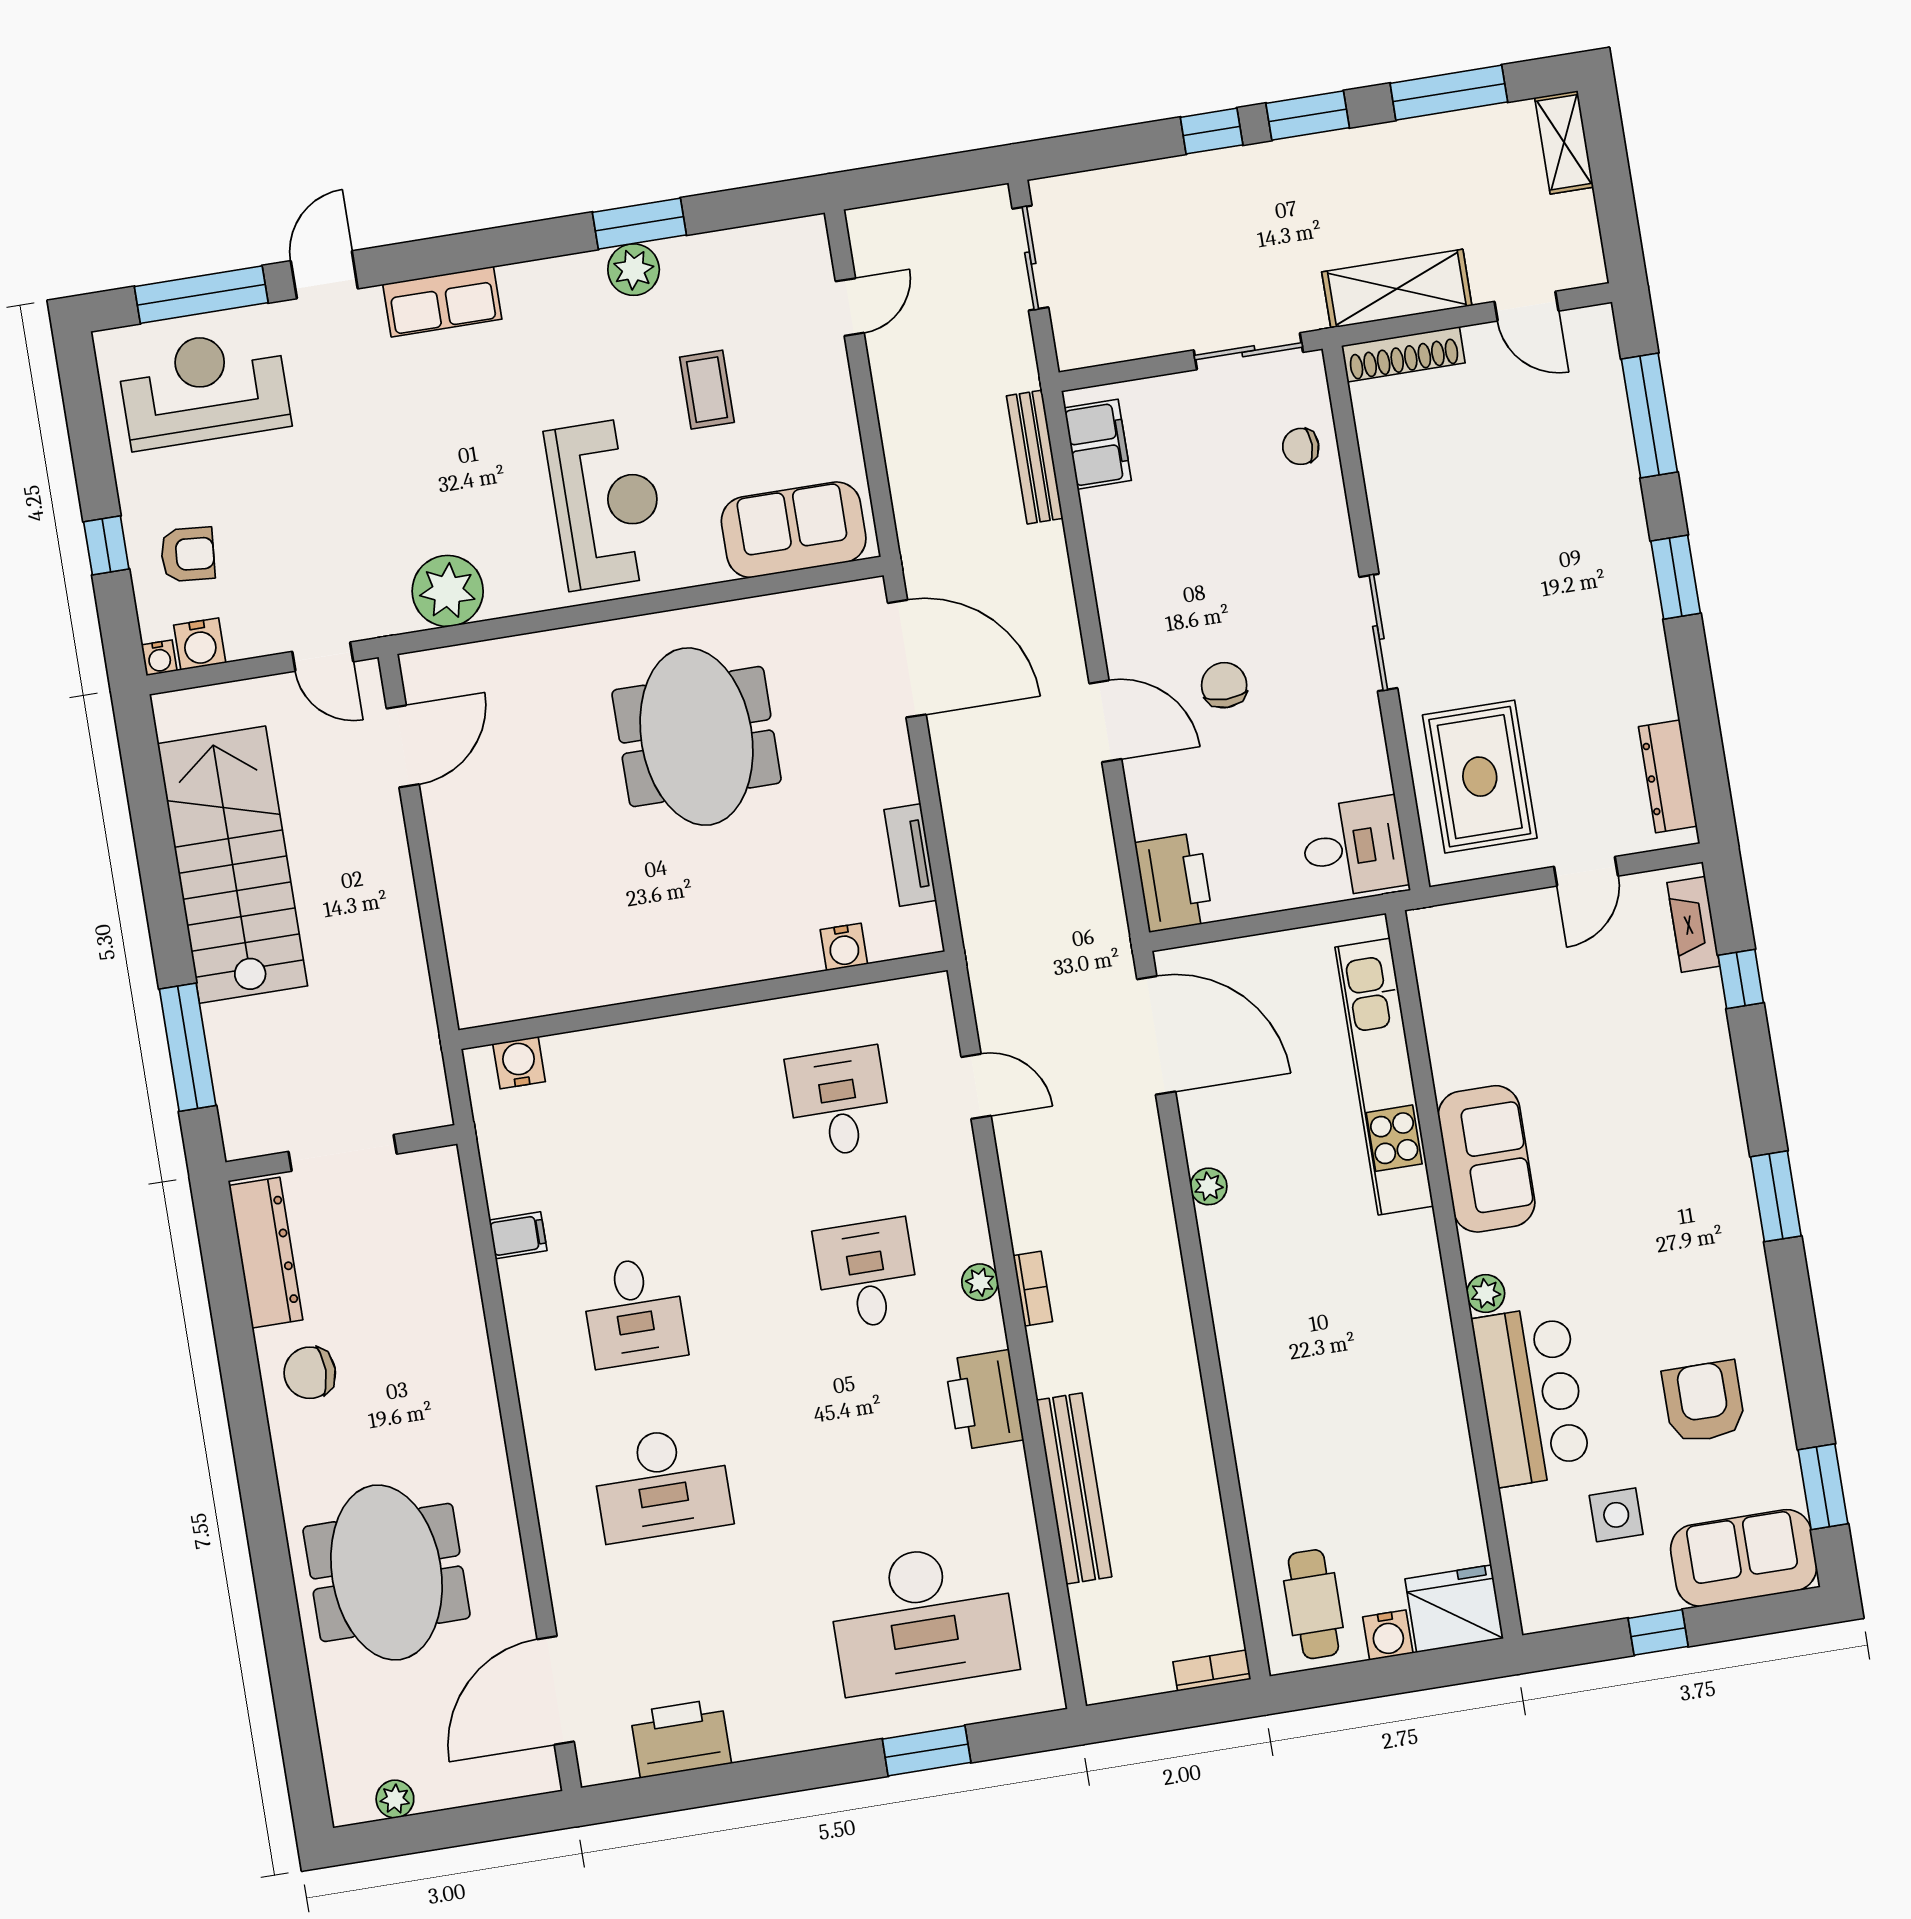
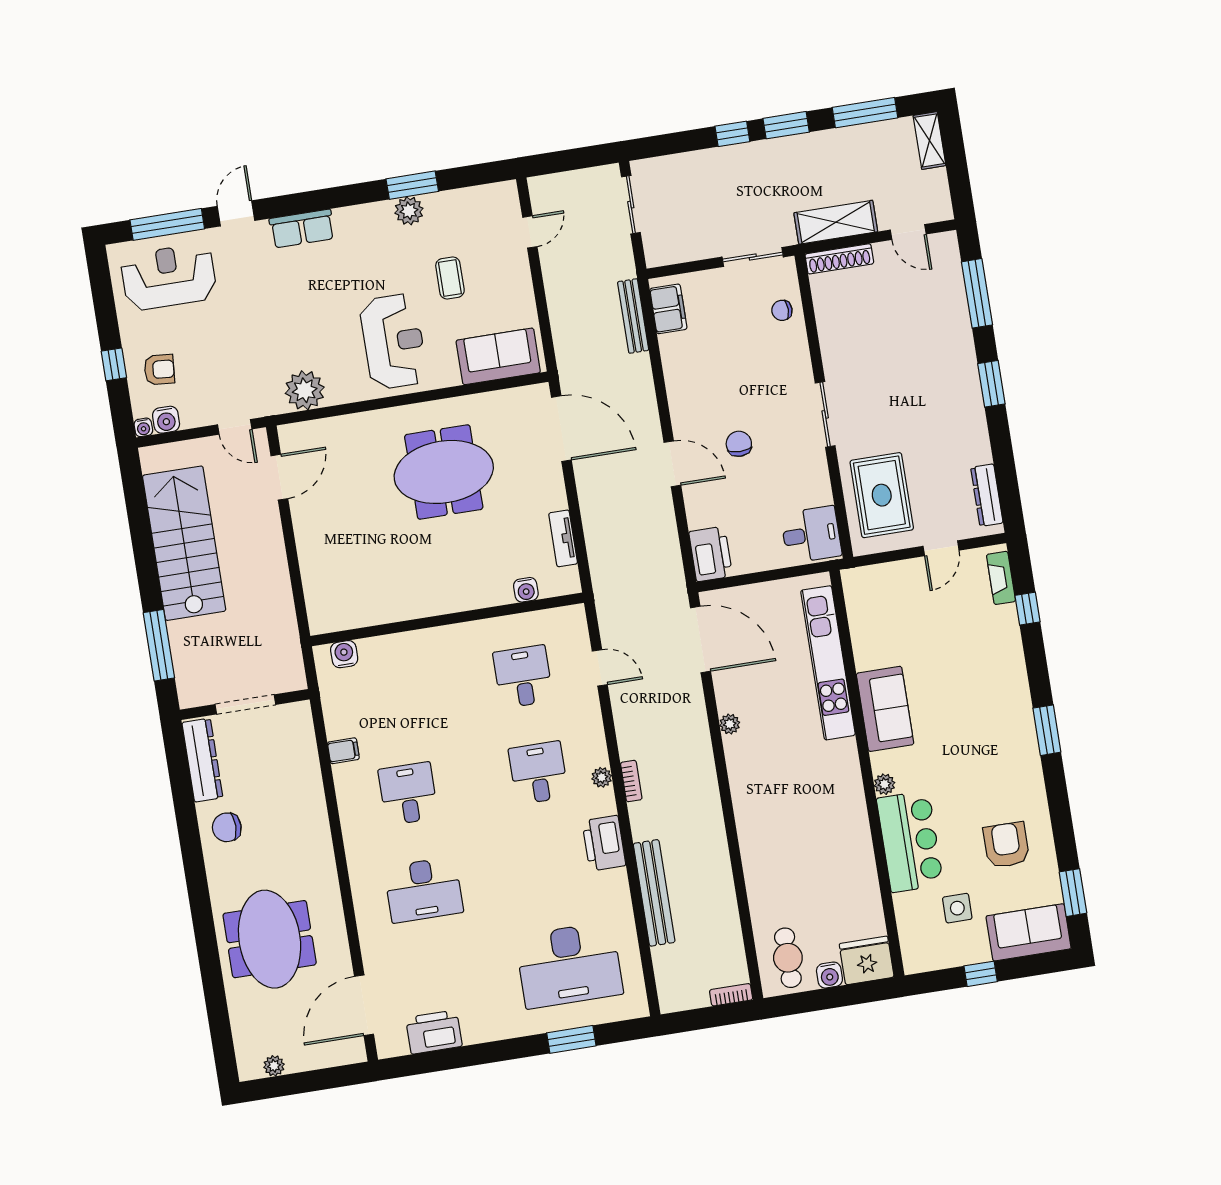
meeting table: (697, 737) -> (444, 472), turned 90
desk: (634, 1312) -> (408, 794), turned 180

